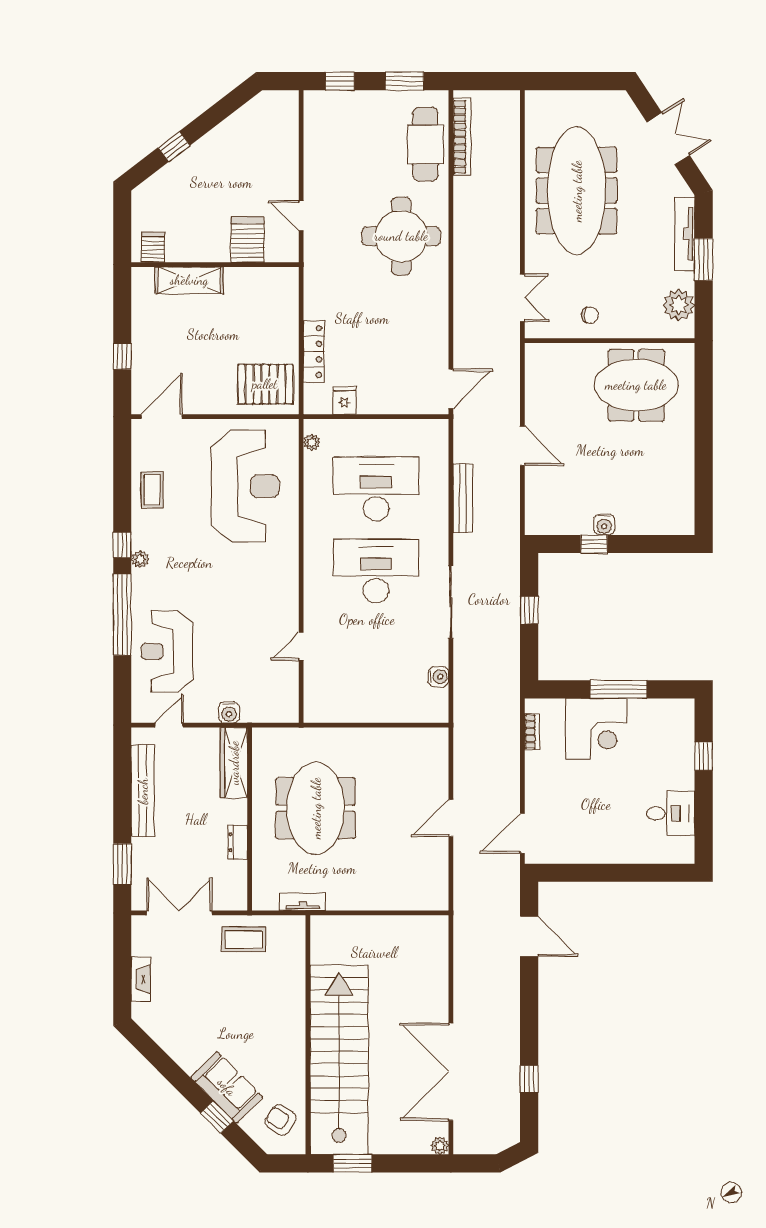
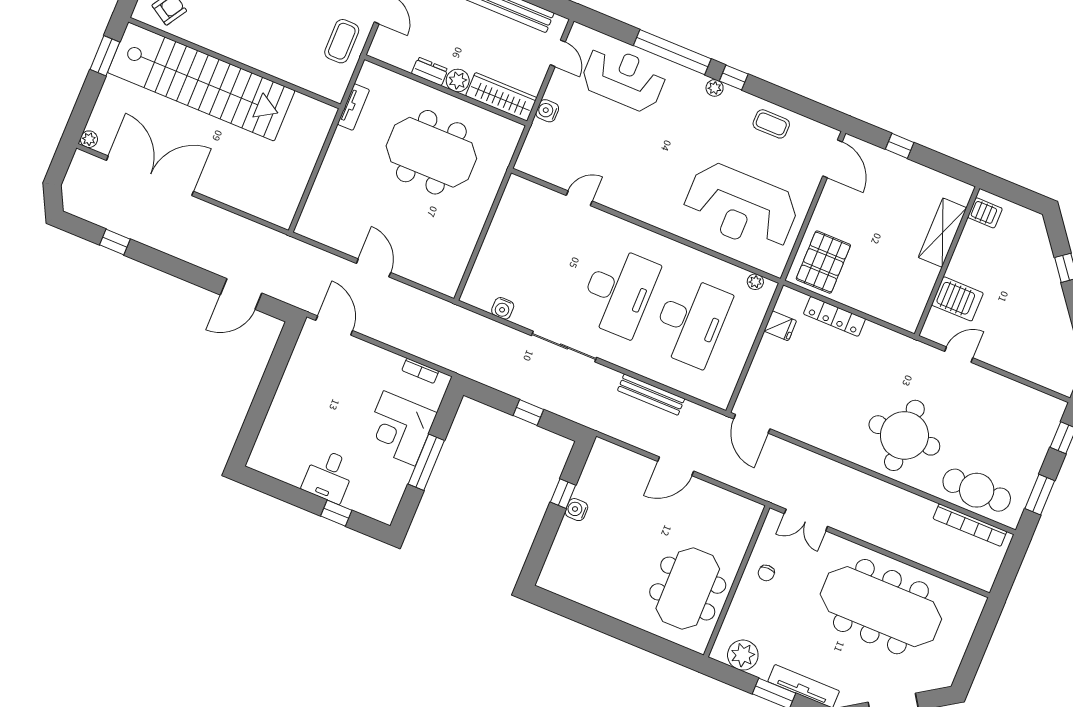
door: (301, 646) -> (579, 198), hinge flipped
plant: (236, 811) -> (458, 81), added
desk: (671, 813) -> (329, 476), moved

